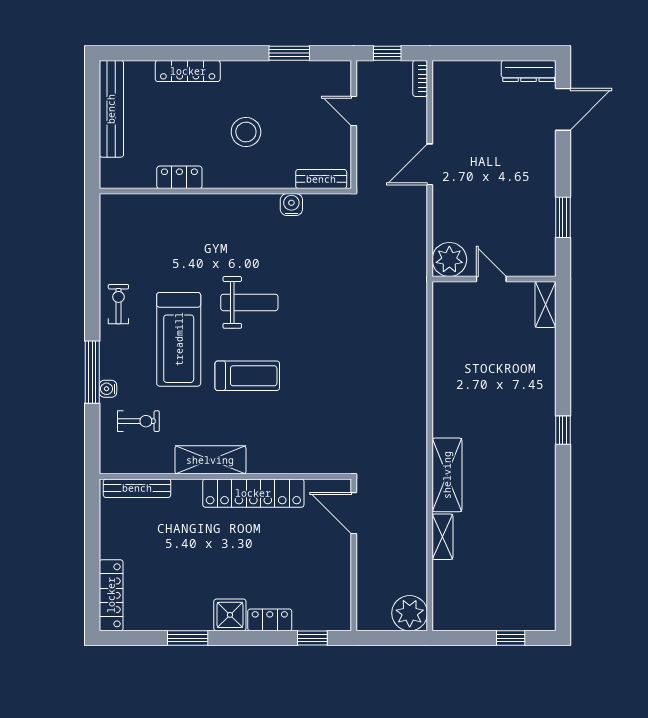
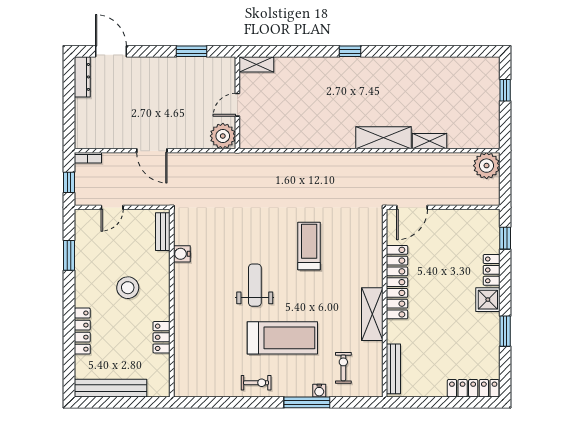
exercise bike: (118, 304) -> (256, 383), turned 180
treadmill: (247, 376) -> (309, 246), moved

